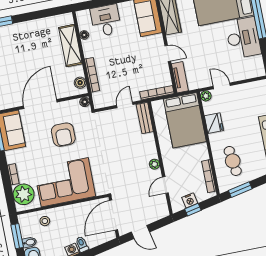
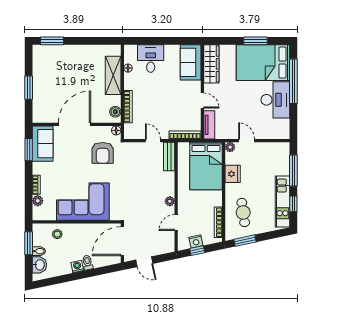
door: (125, 105) -> (153, 141), hinge flipped
armchair: (63, 135) -> (103, 153), moved
plant: (24, 194) -> (38, 201), width x0.53, depth x0.53

